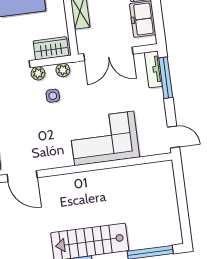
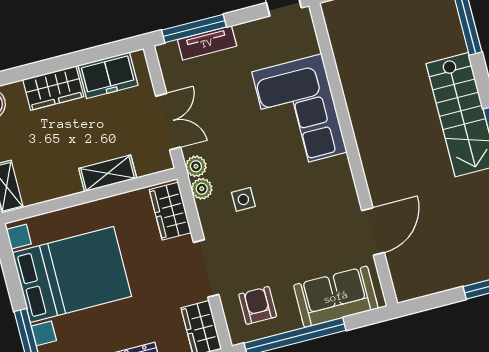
double door: (108, 54) -> (168, 122), width x0.73
tv unit: (153, 69) -> (207, 43), moved
plant: (38, 73) -> (196, 166), moved

